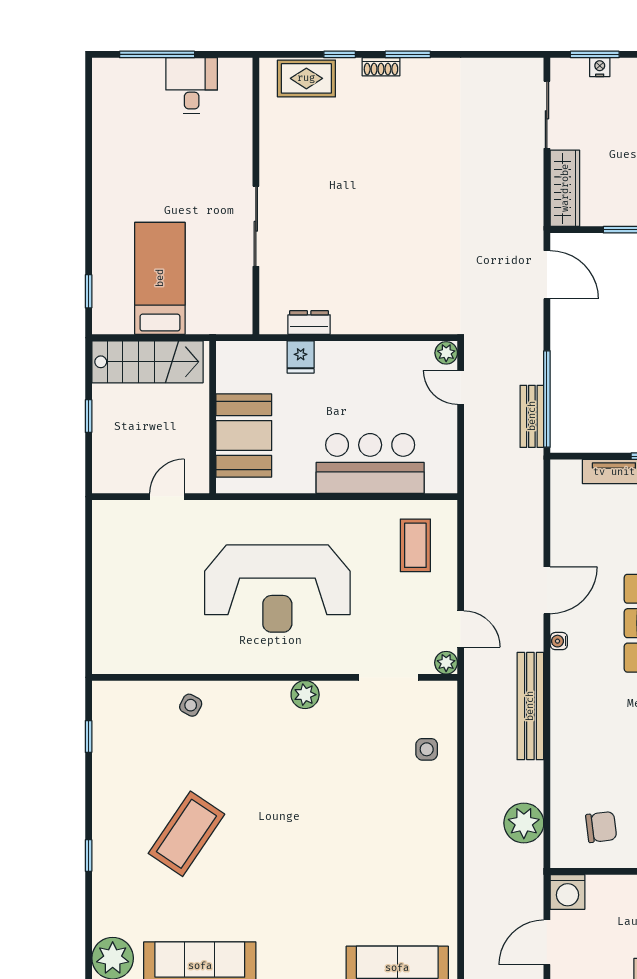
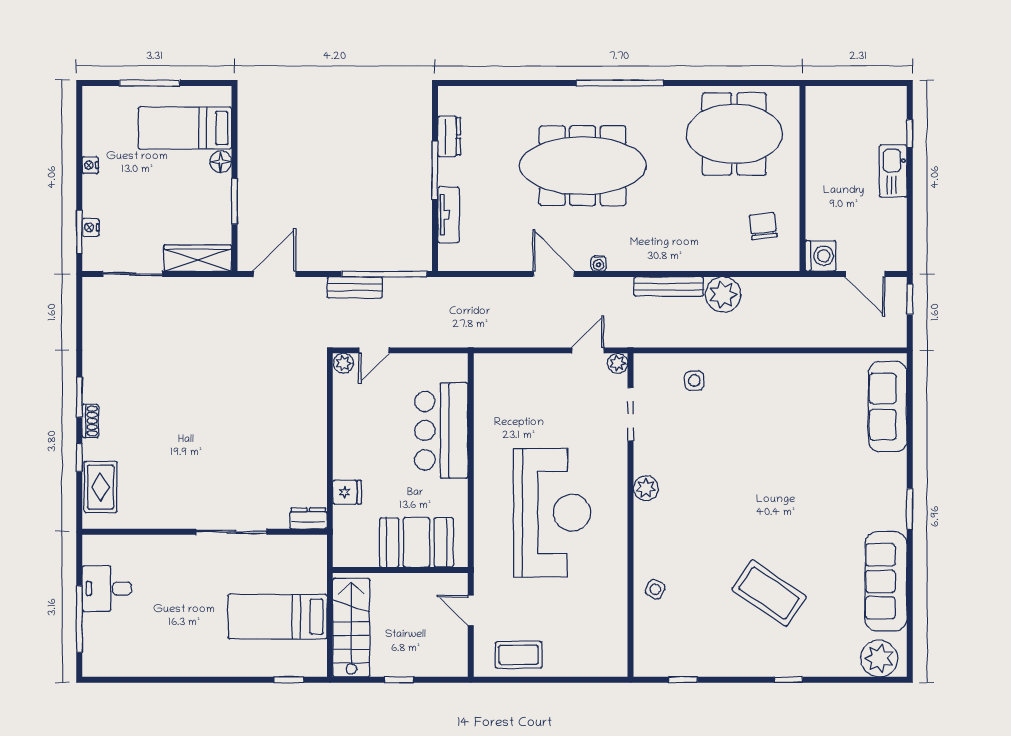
dresser: (309, 322) -> (308, 518), moved, turned 90
bench: (532, 416) -> (355, 287), moved
coffee table: (415, 545) -> (519, 655), moved
bench: (530, 706) -> (669, 287), width x0.73, depth x0.82
plant: (524, 823) -> (723, 295), moved

